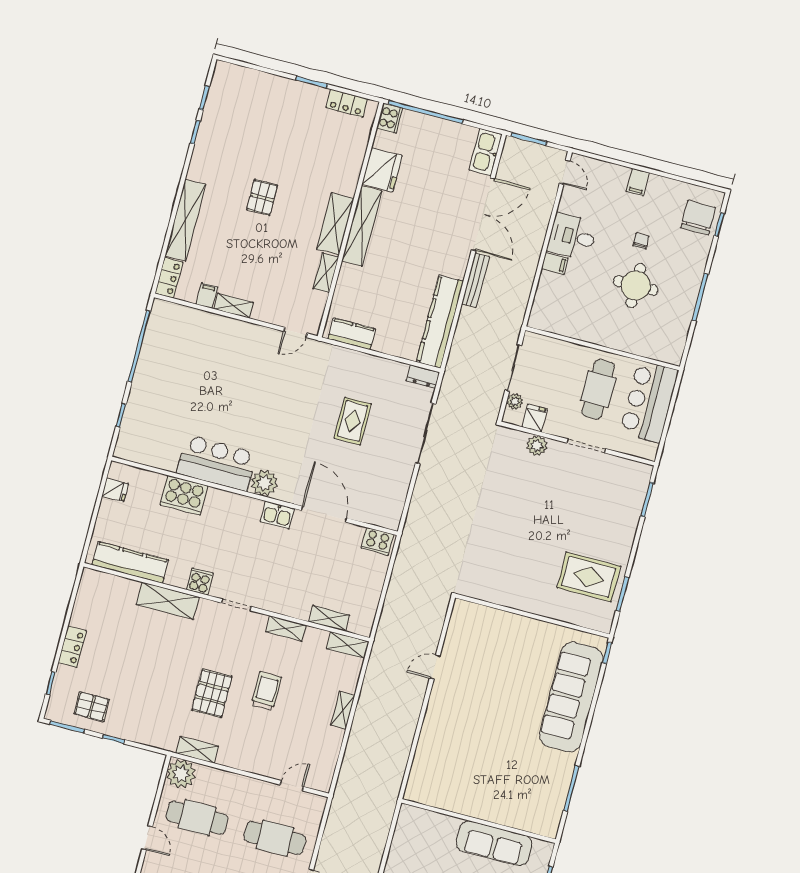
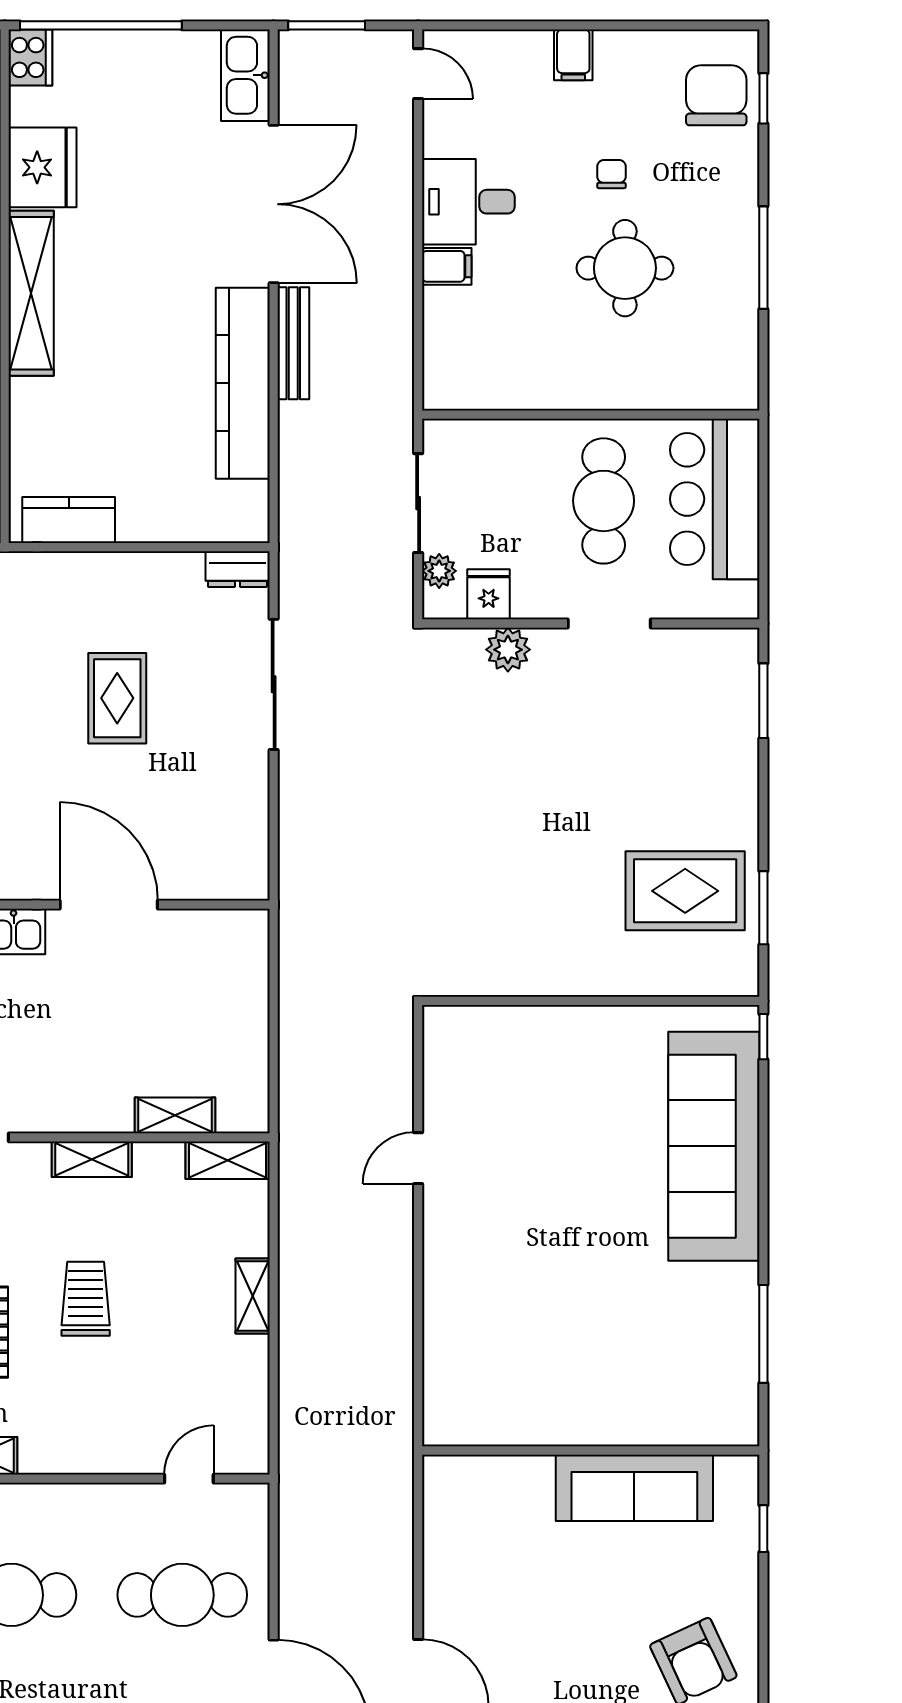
kitchen counter: (440, 322) -> (243, 383), moved
cooker: (377, 541) -> (233, 932), removed

